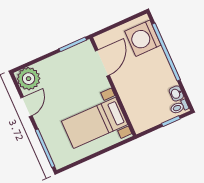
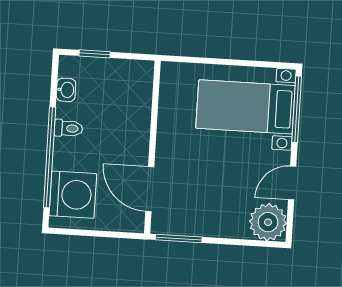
door: (102, 63) -> (150, 189), hinge flipped
toilet: (179, 107) -> (68, 128), moved
bed with nightstands: (95, 123) -> (246, 107), moved, turned 180

